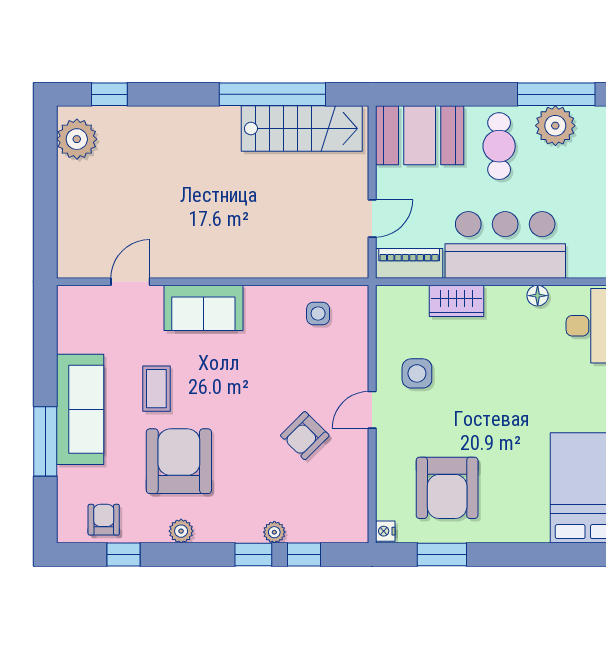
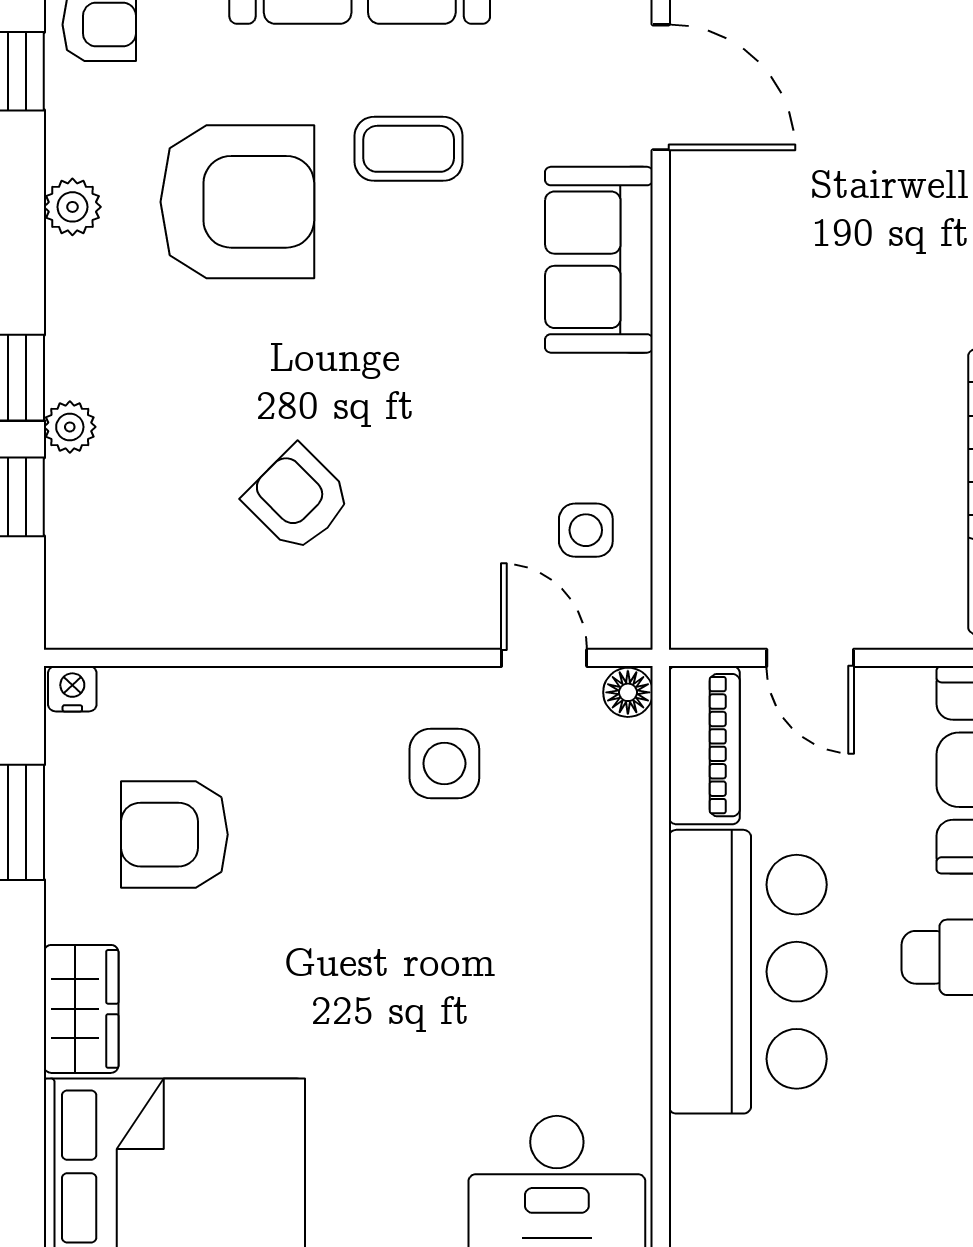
door: (130, 282) -> (661, 87), width x1.38
floor lamp: (538, 296) -> (628, 692), moved
wardrobe: (457, 301) -> (81, 1009), moved, turned 180
door: (372, 410) -> (544, 658), moved
armchair: (447, 488) -> (174, 835), width x0.73, depth x0.73

